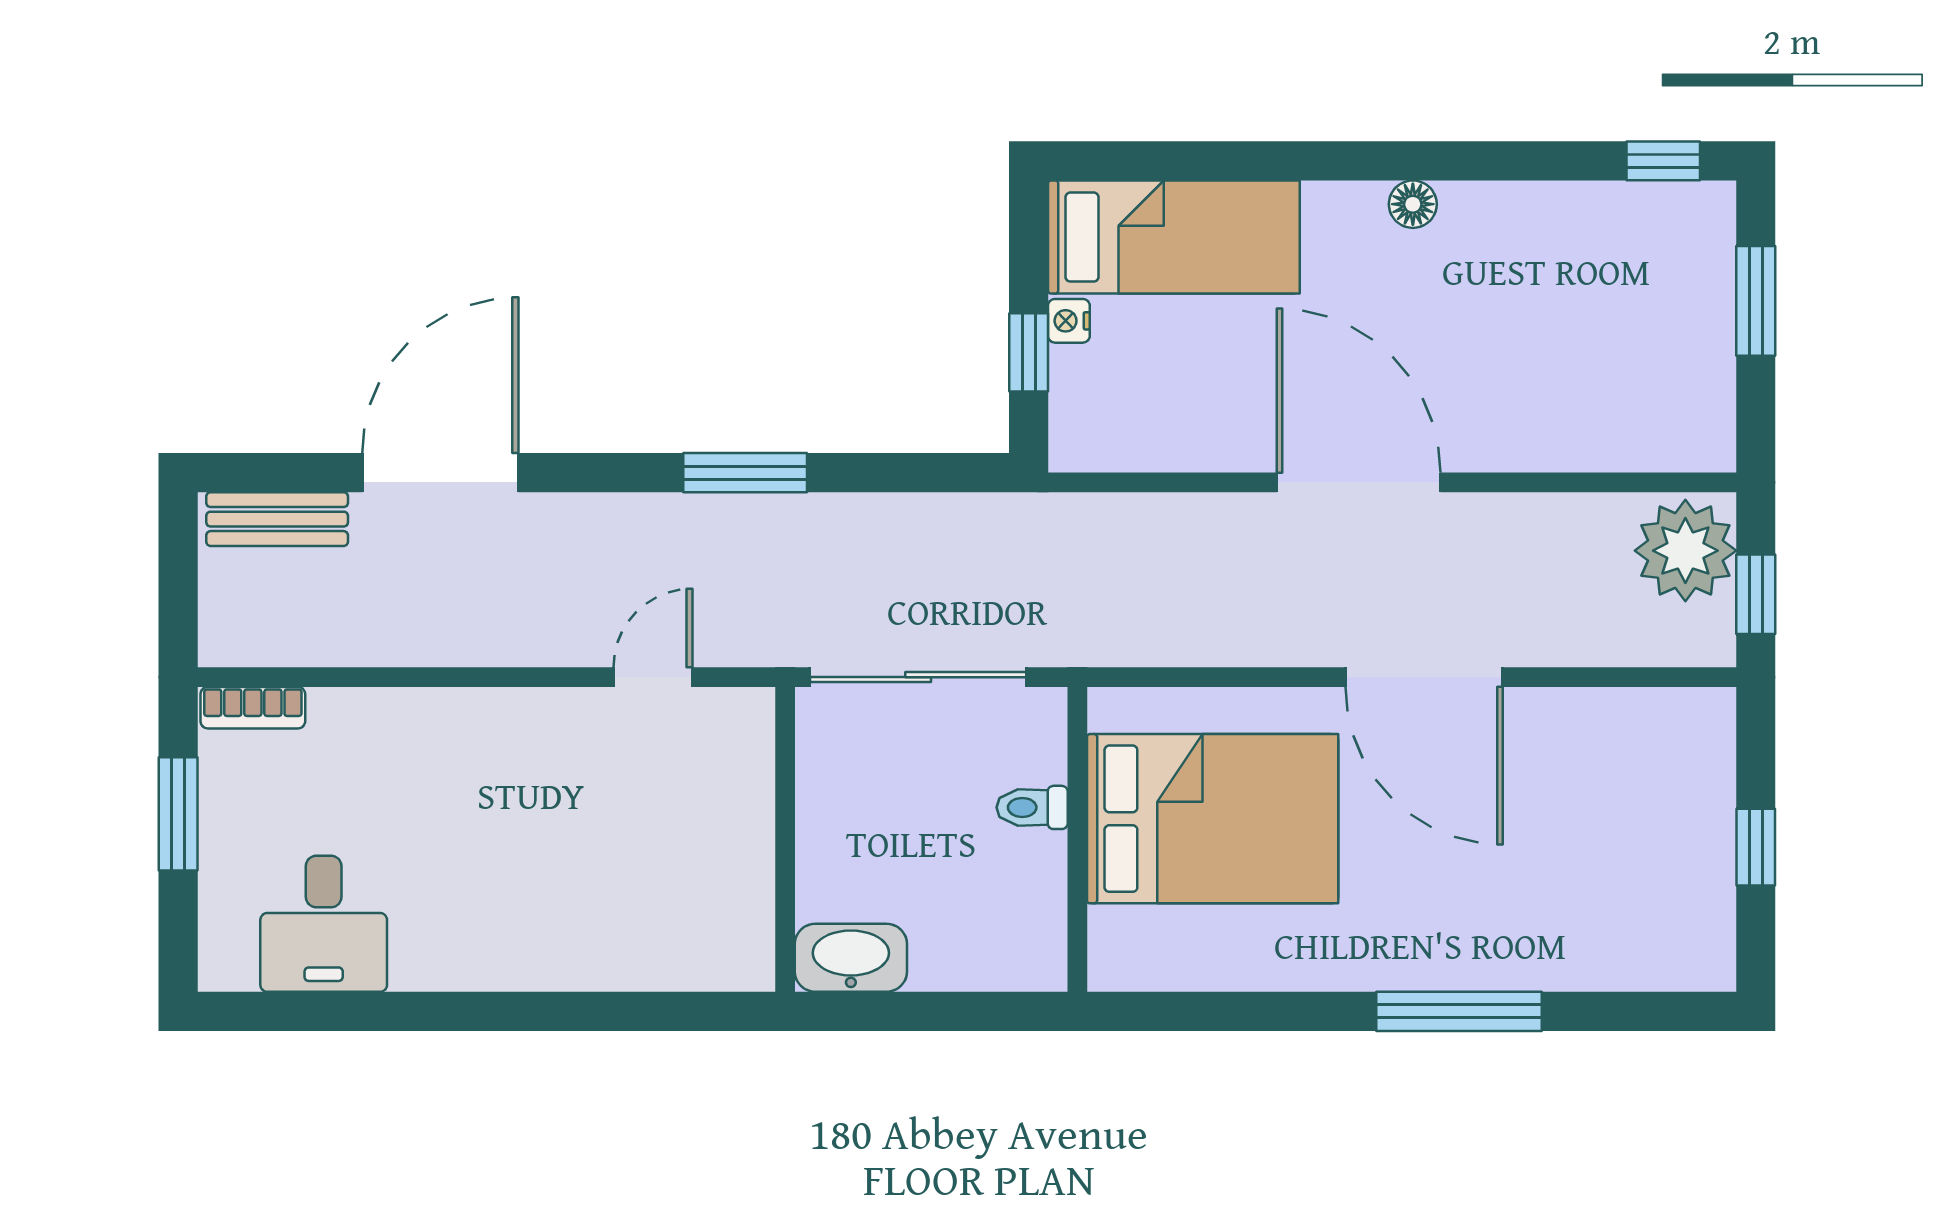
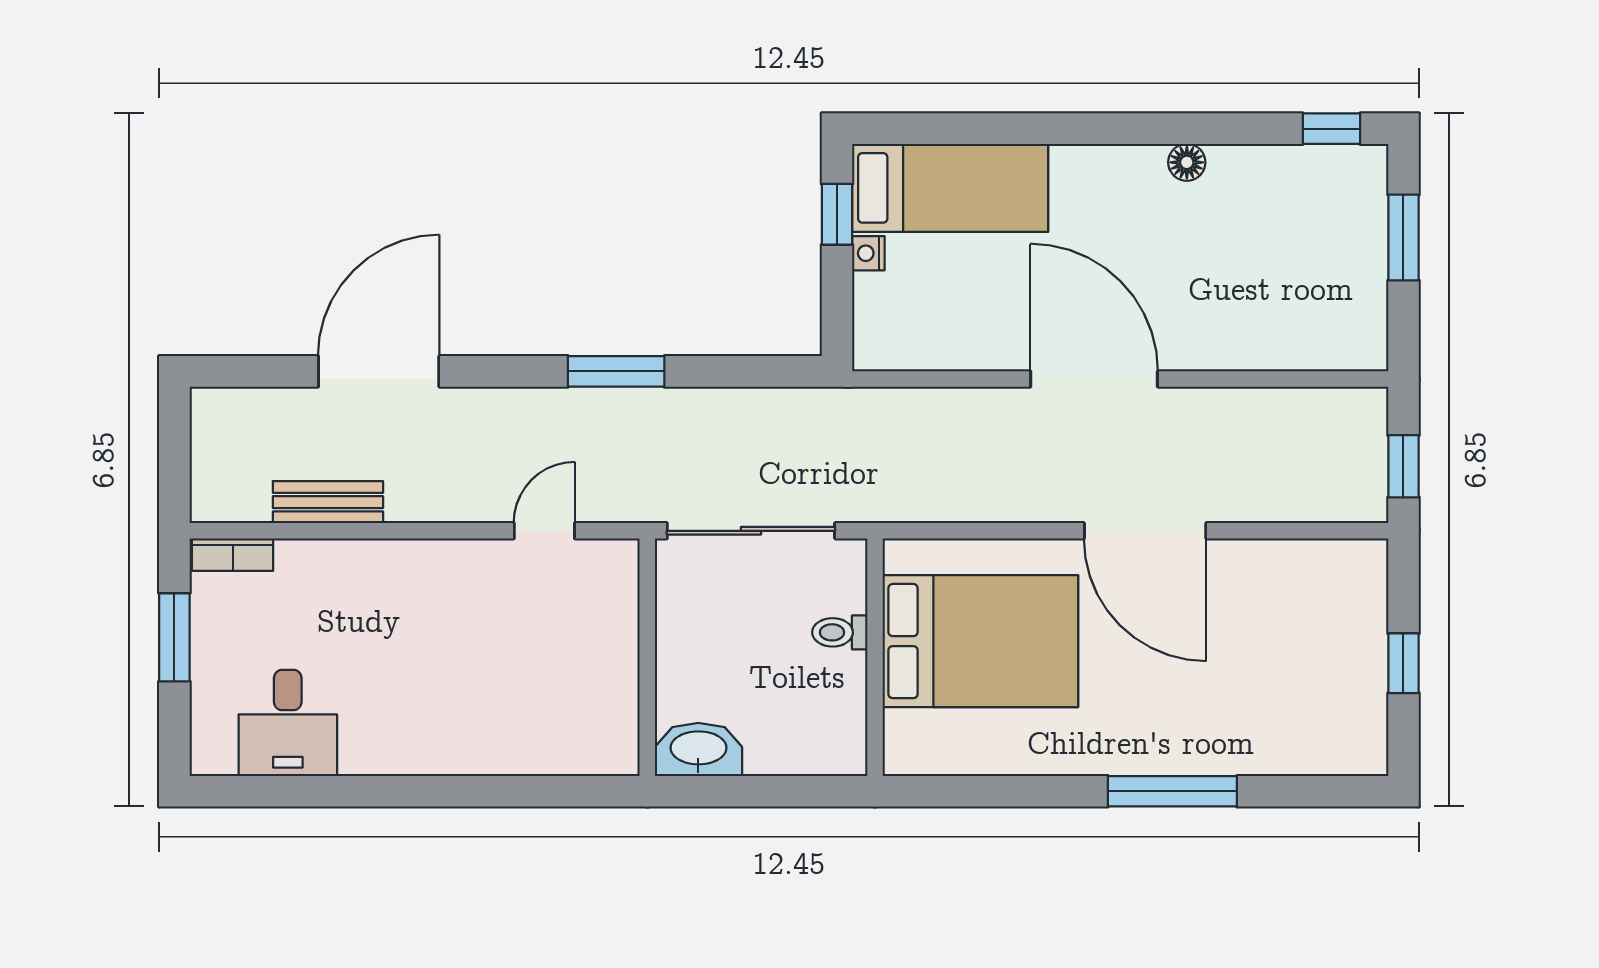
floor lamp: (1413, 204) -> (1187, 162), moved
window: (1029, 352) -> (837, 214), moved
bench: (277, 519) -> (328, 502), moved
plant: (1685, 551) -> (1349, 432), removed

